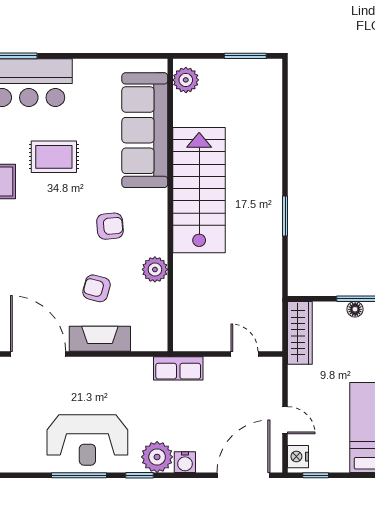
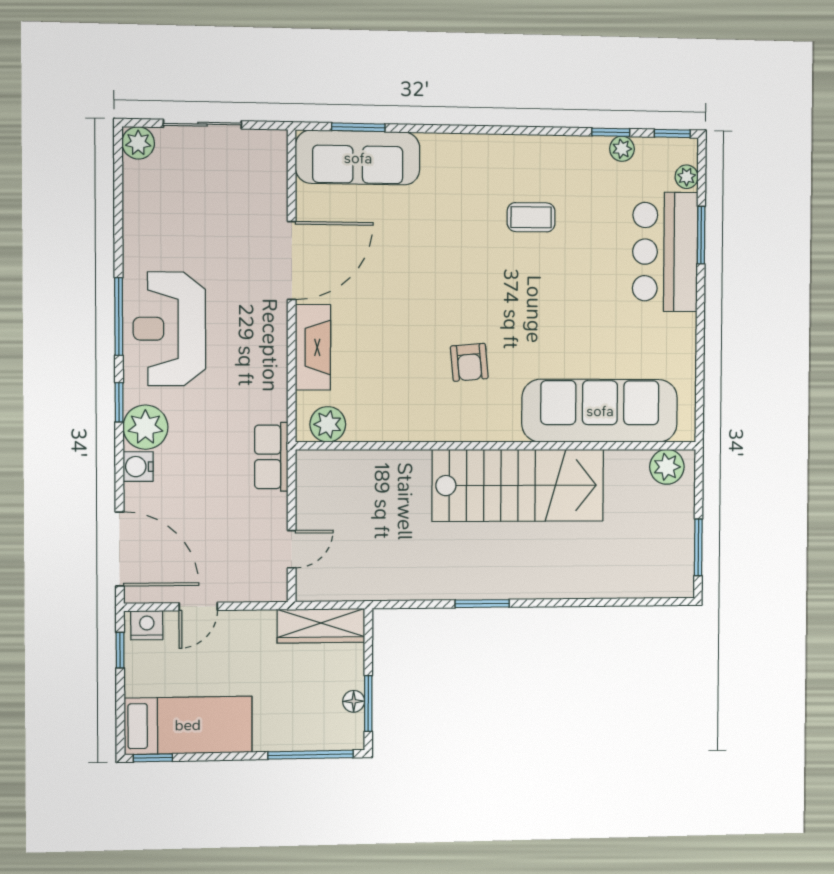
rug: (54, 157) -> (564, 285), removed
plant: (155, 269) -> (328, 424), moved
armchair: (97, 288) -> (383, 343), removed

